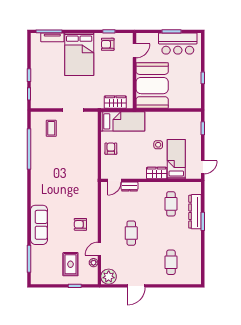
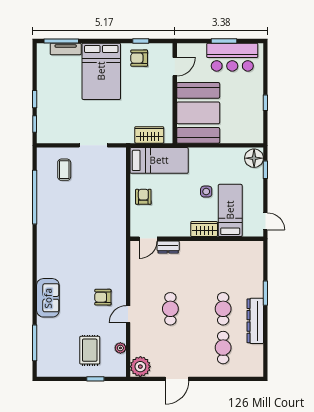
floor lamp: (194, 120) -> (254, 158), added
door: (203, 167) -> (265, 221), hinge flipped
cafe table: (171, 204) -> (223, 309), moved
dresser: (195, 212) -> (255, 321), moved
sofa: (39, 225) -> (48, 298), width x0.73
door: (99, 249) -> (128, 314), moved

